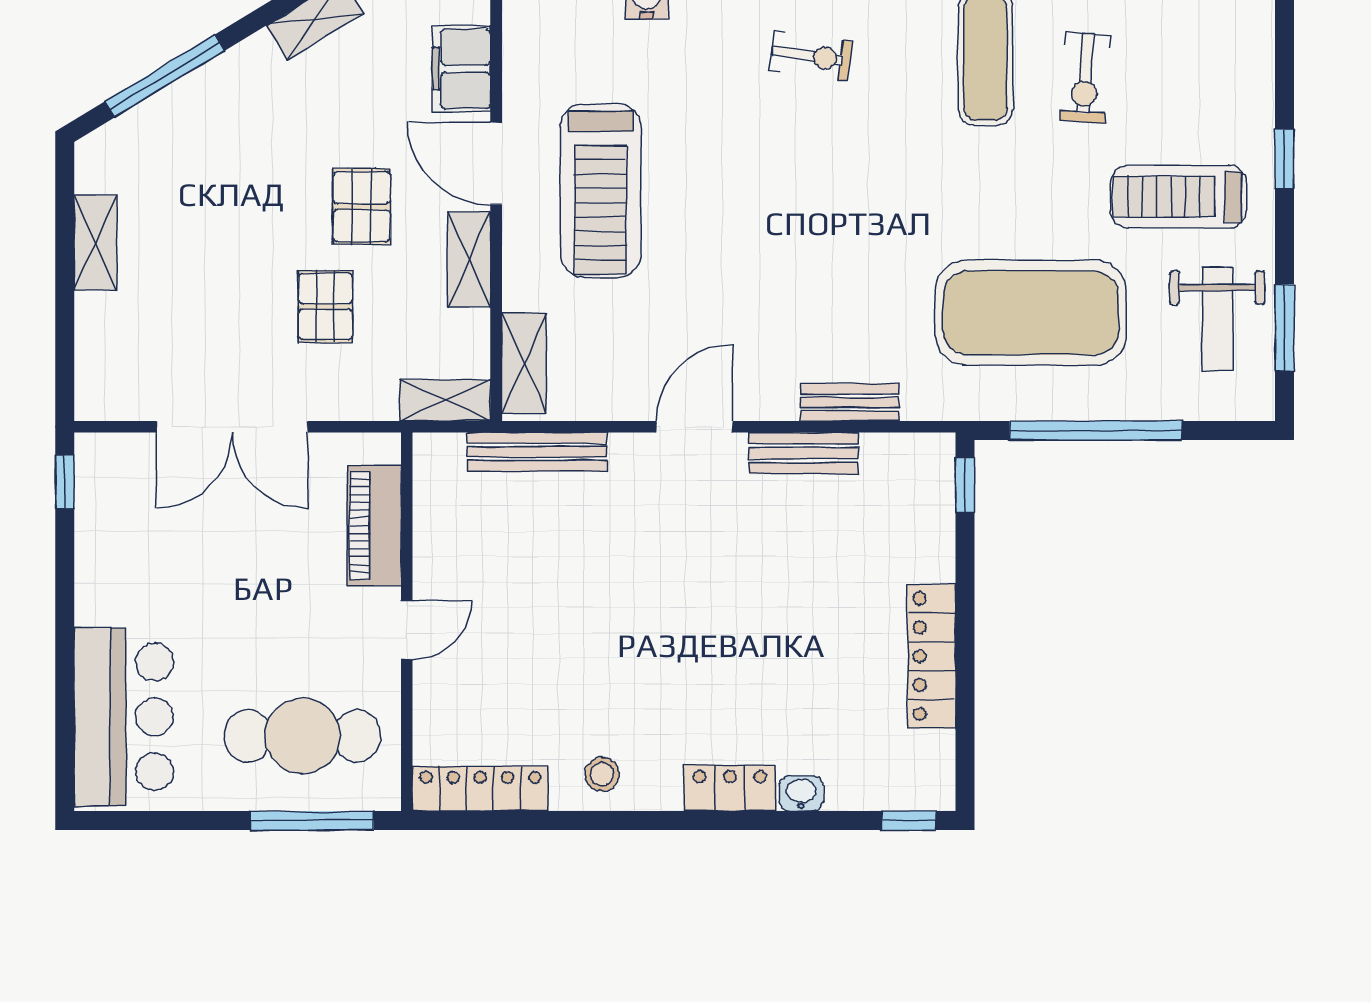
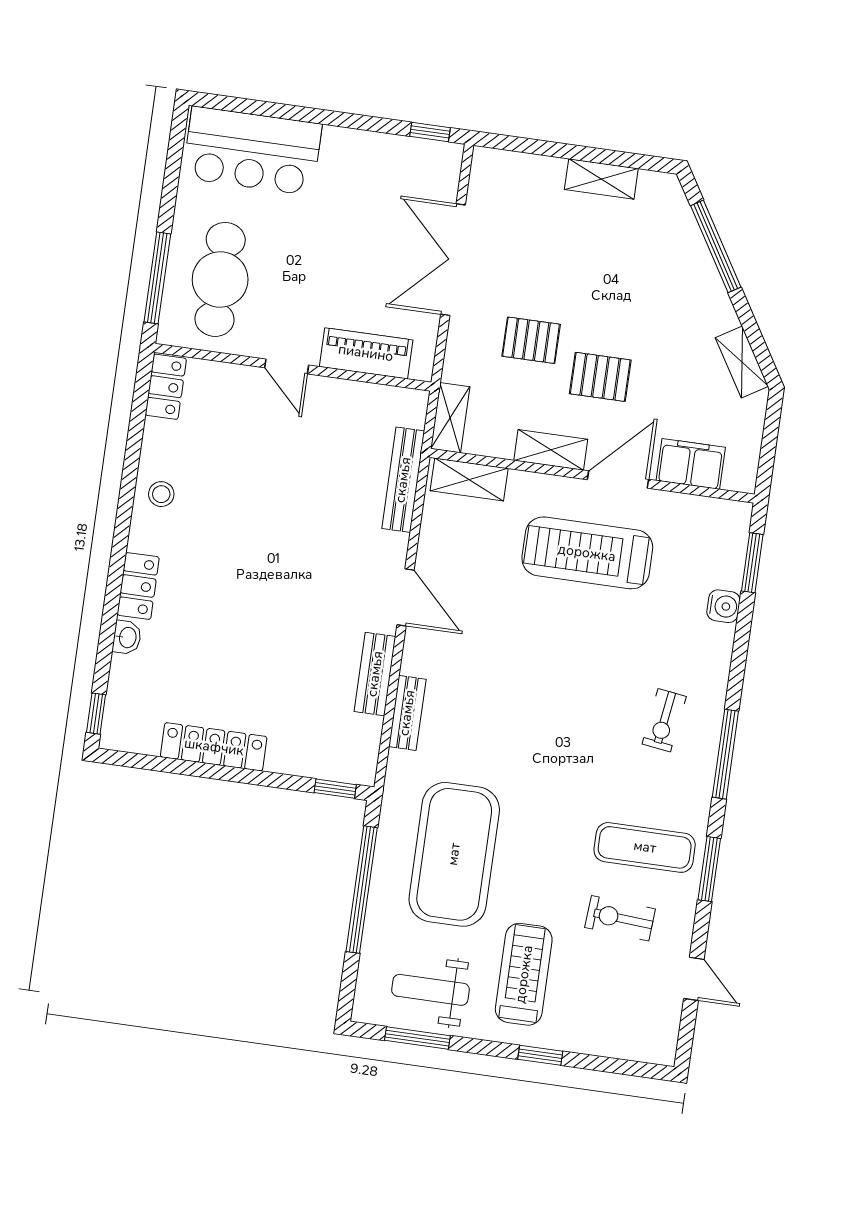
locker: (480, 789) -> (166, 387), width x0.66

